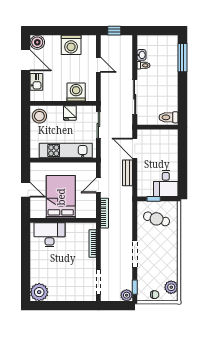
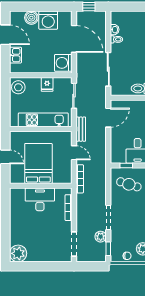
boiler: (37, 42) -> (31, 18), moved
door: (98, 65) -> (74, 39), width x1.88
washing machine: (76, 92) -> (63, 63), moved, turned -90
door: (135, 148) -> (108, 118), swing flipped
bench: (128, 173) -> (81, 129), moved
door: (98, 185) -> (74, 153), swing flipped
desk: (49, 235) -> (40, 199), moved
plant: (127, 295) -> (101, 237), moved

